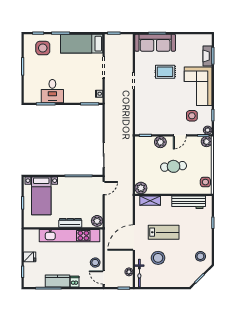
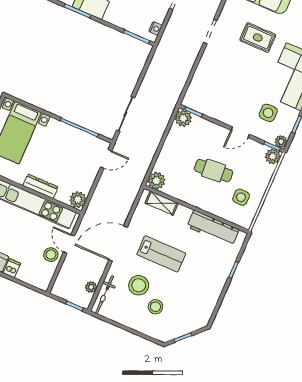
plant: (160, 142) -> (183, 118), moved
side table: (205, 182) -> (241, 197), moved
stool: (200, 256) -> (156, 307), moved
door: (104, 277) -> (69, 244), moved

